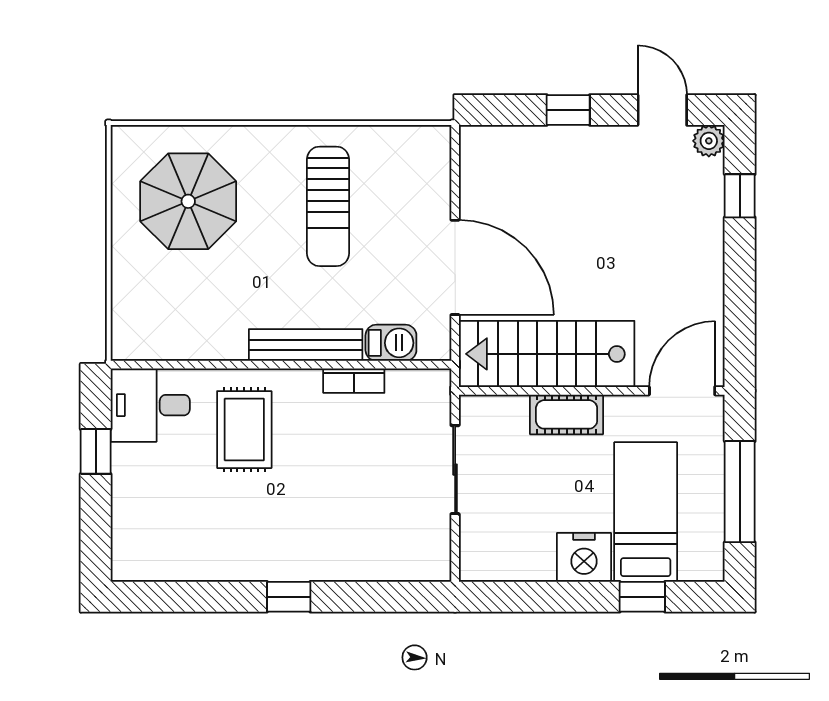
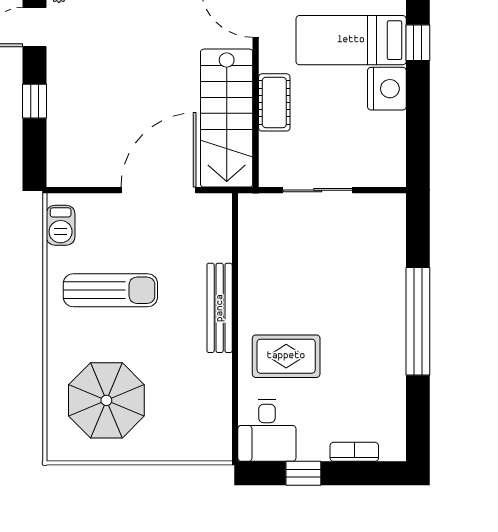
barbecue: (391, 343) -> (61, 225), moved, turned 180
bookcase: (354, 381) -> (354, 452), moved, turned -90
window: (289, 597) -> (418, 321), width x3.17

